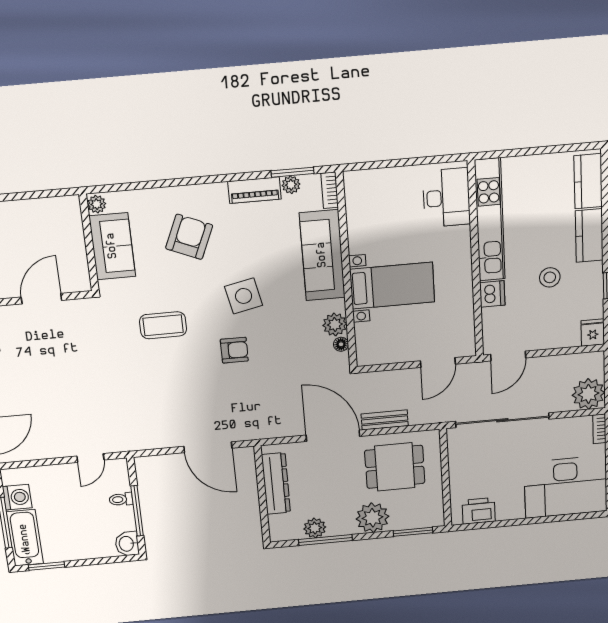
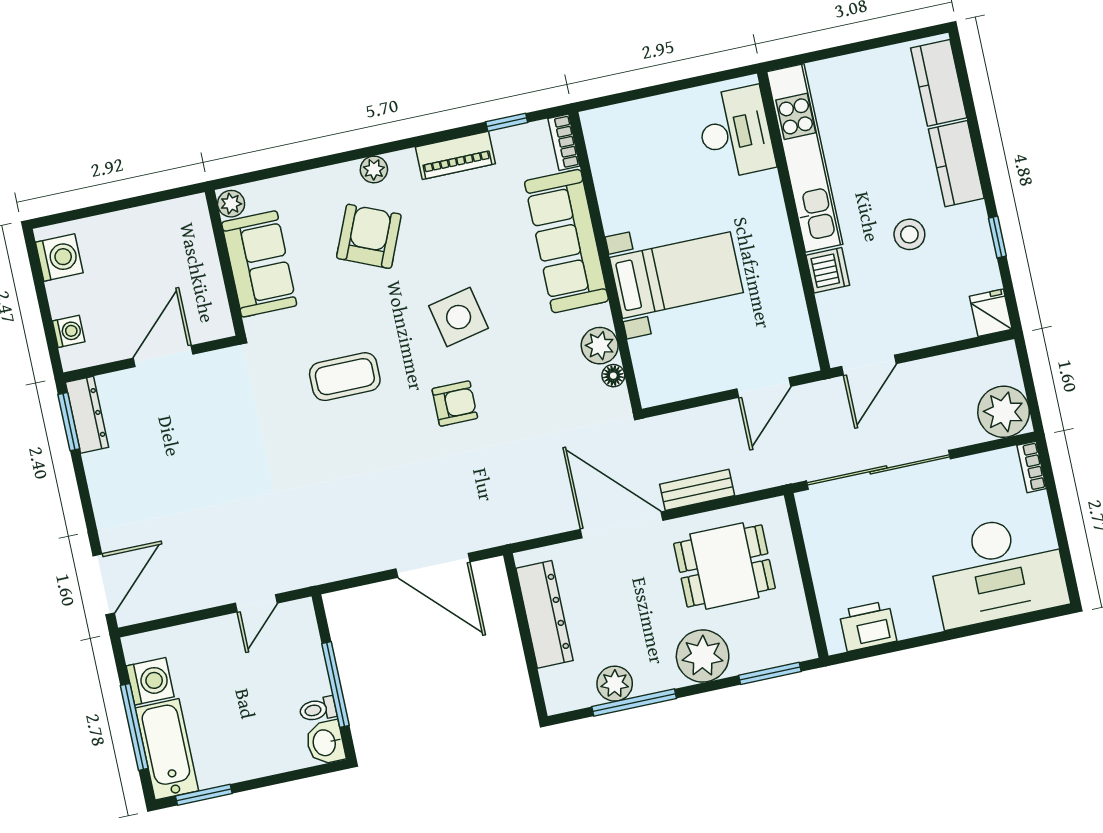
window: (292, 172) -> (507, 122), width x0.67
plant: (291, 185) -> (374, 169), moved
toilet: (121, 499) -> (318, 709), moved

